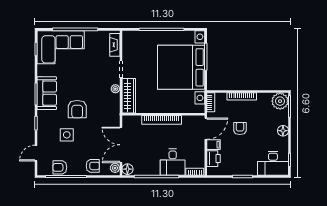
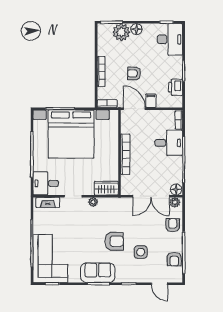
desk: (133, 43) -> (46, 183), added
wardrobe: (129, 96) -> (106, 188), width x0.67
plant: (280, 101) -> (121, 32), moved
printer: (214, 159) -> (176, 87), moved, turned -90

